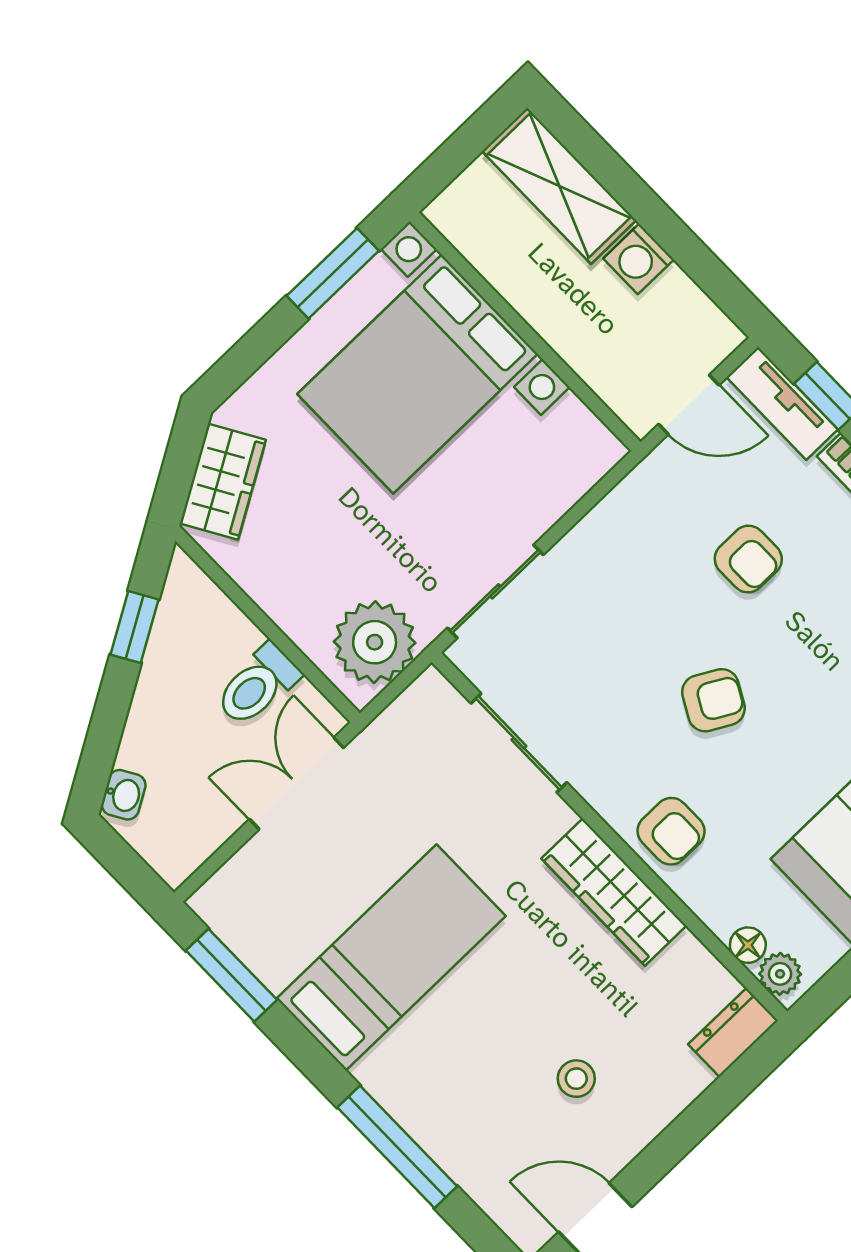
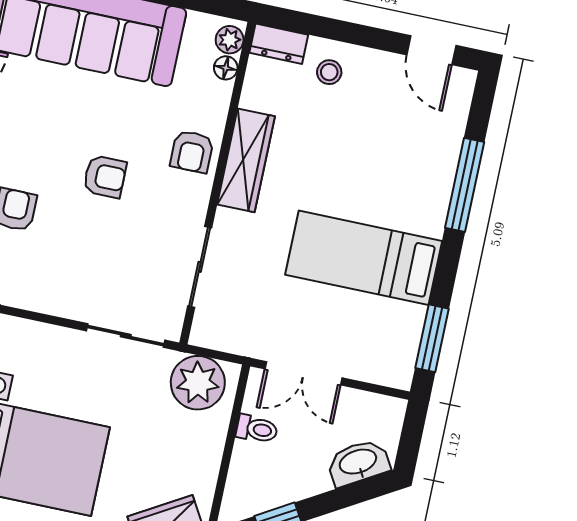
toilet: (258, 685) -> (257, 429), width x0.73, depth x0.72
armchair: (713, 700) -> (105, 177), turned 151
washbasin: (124, 795) -> (358, 463), width x1.91, depth x1.45
armchair: (671, 831) -> (192, 152), turned 180
stool: (576, 1079) -> (329, 72), moved

